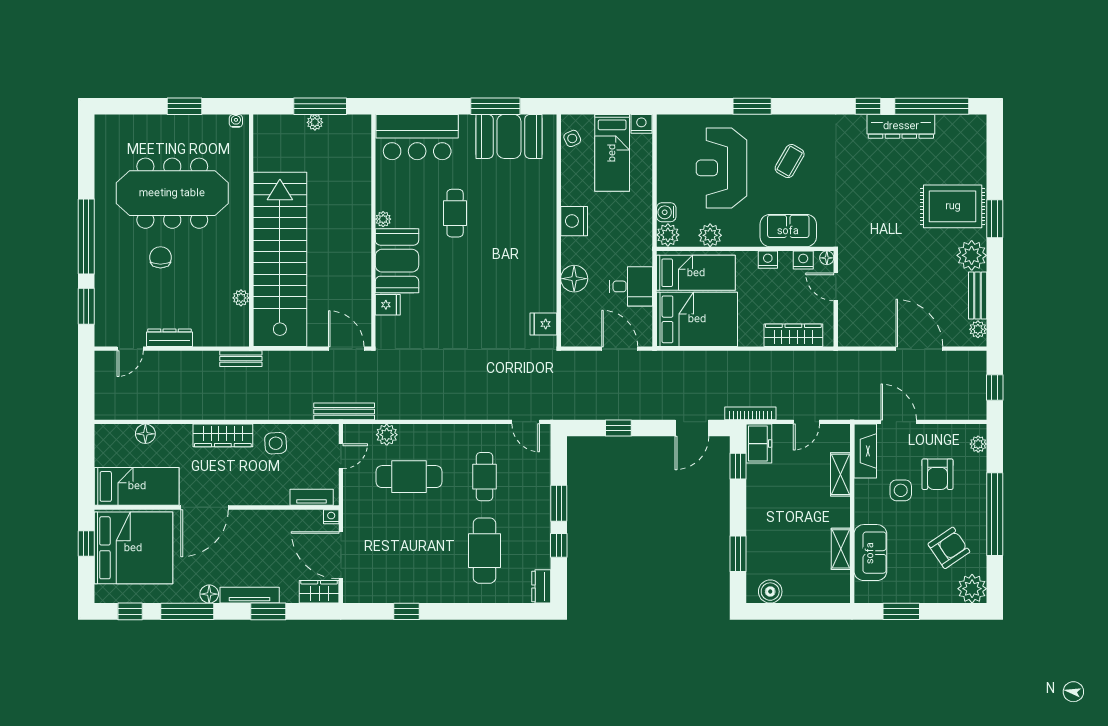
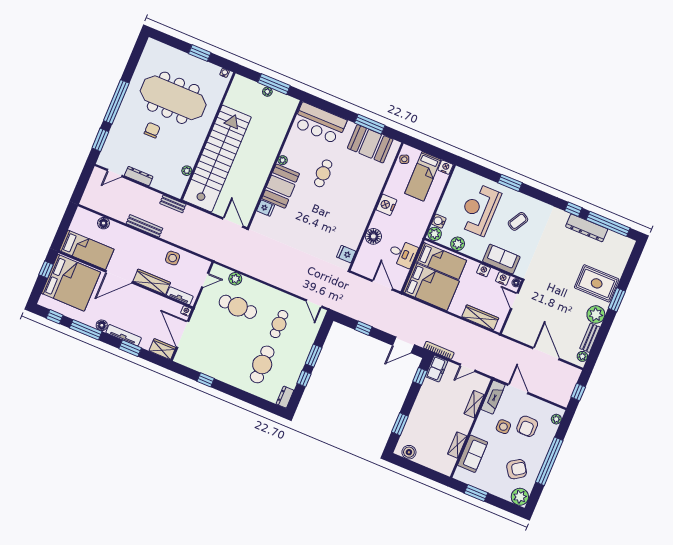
bench: (344, 411) -> (144, 226), moved
wardrobe: (223, 435) -> (152, 282), moved, turned 180

